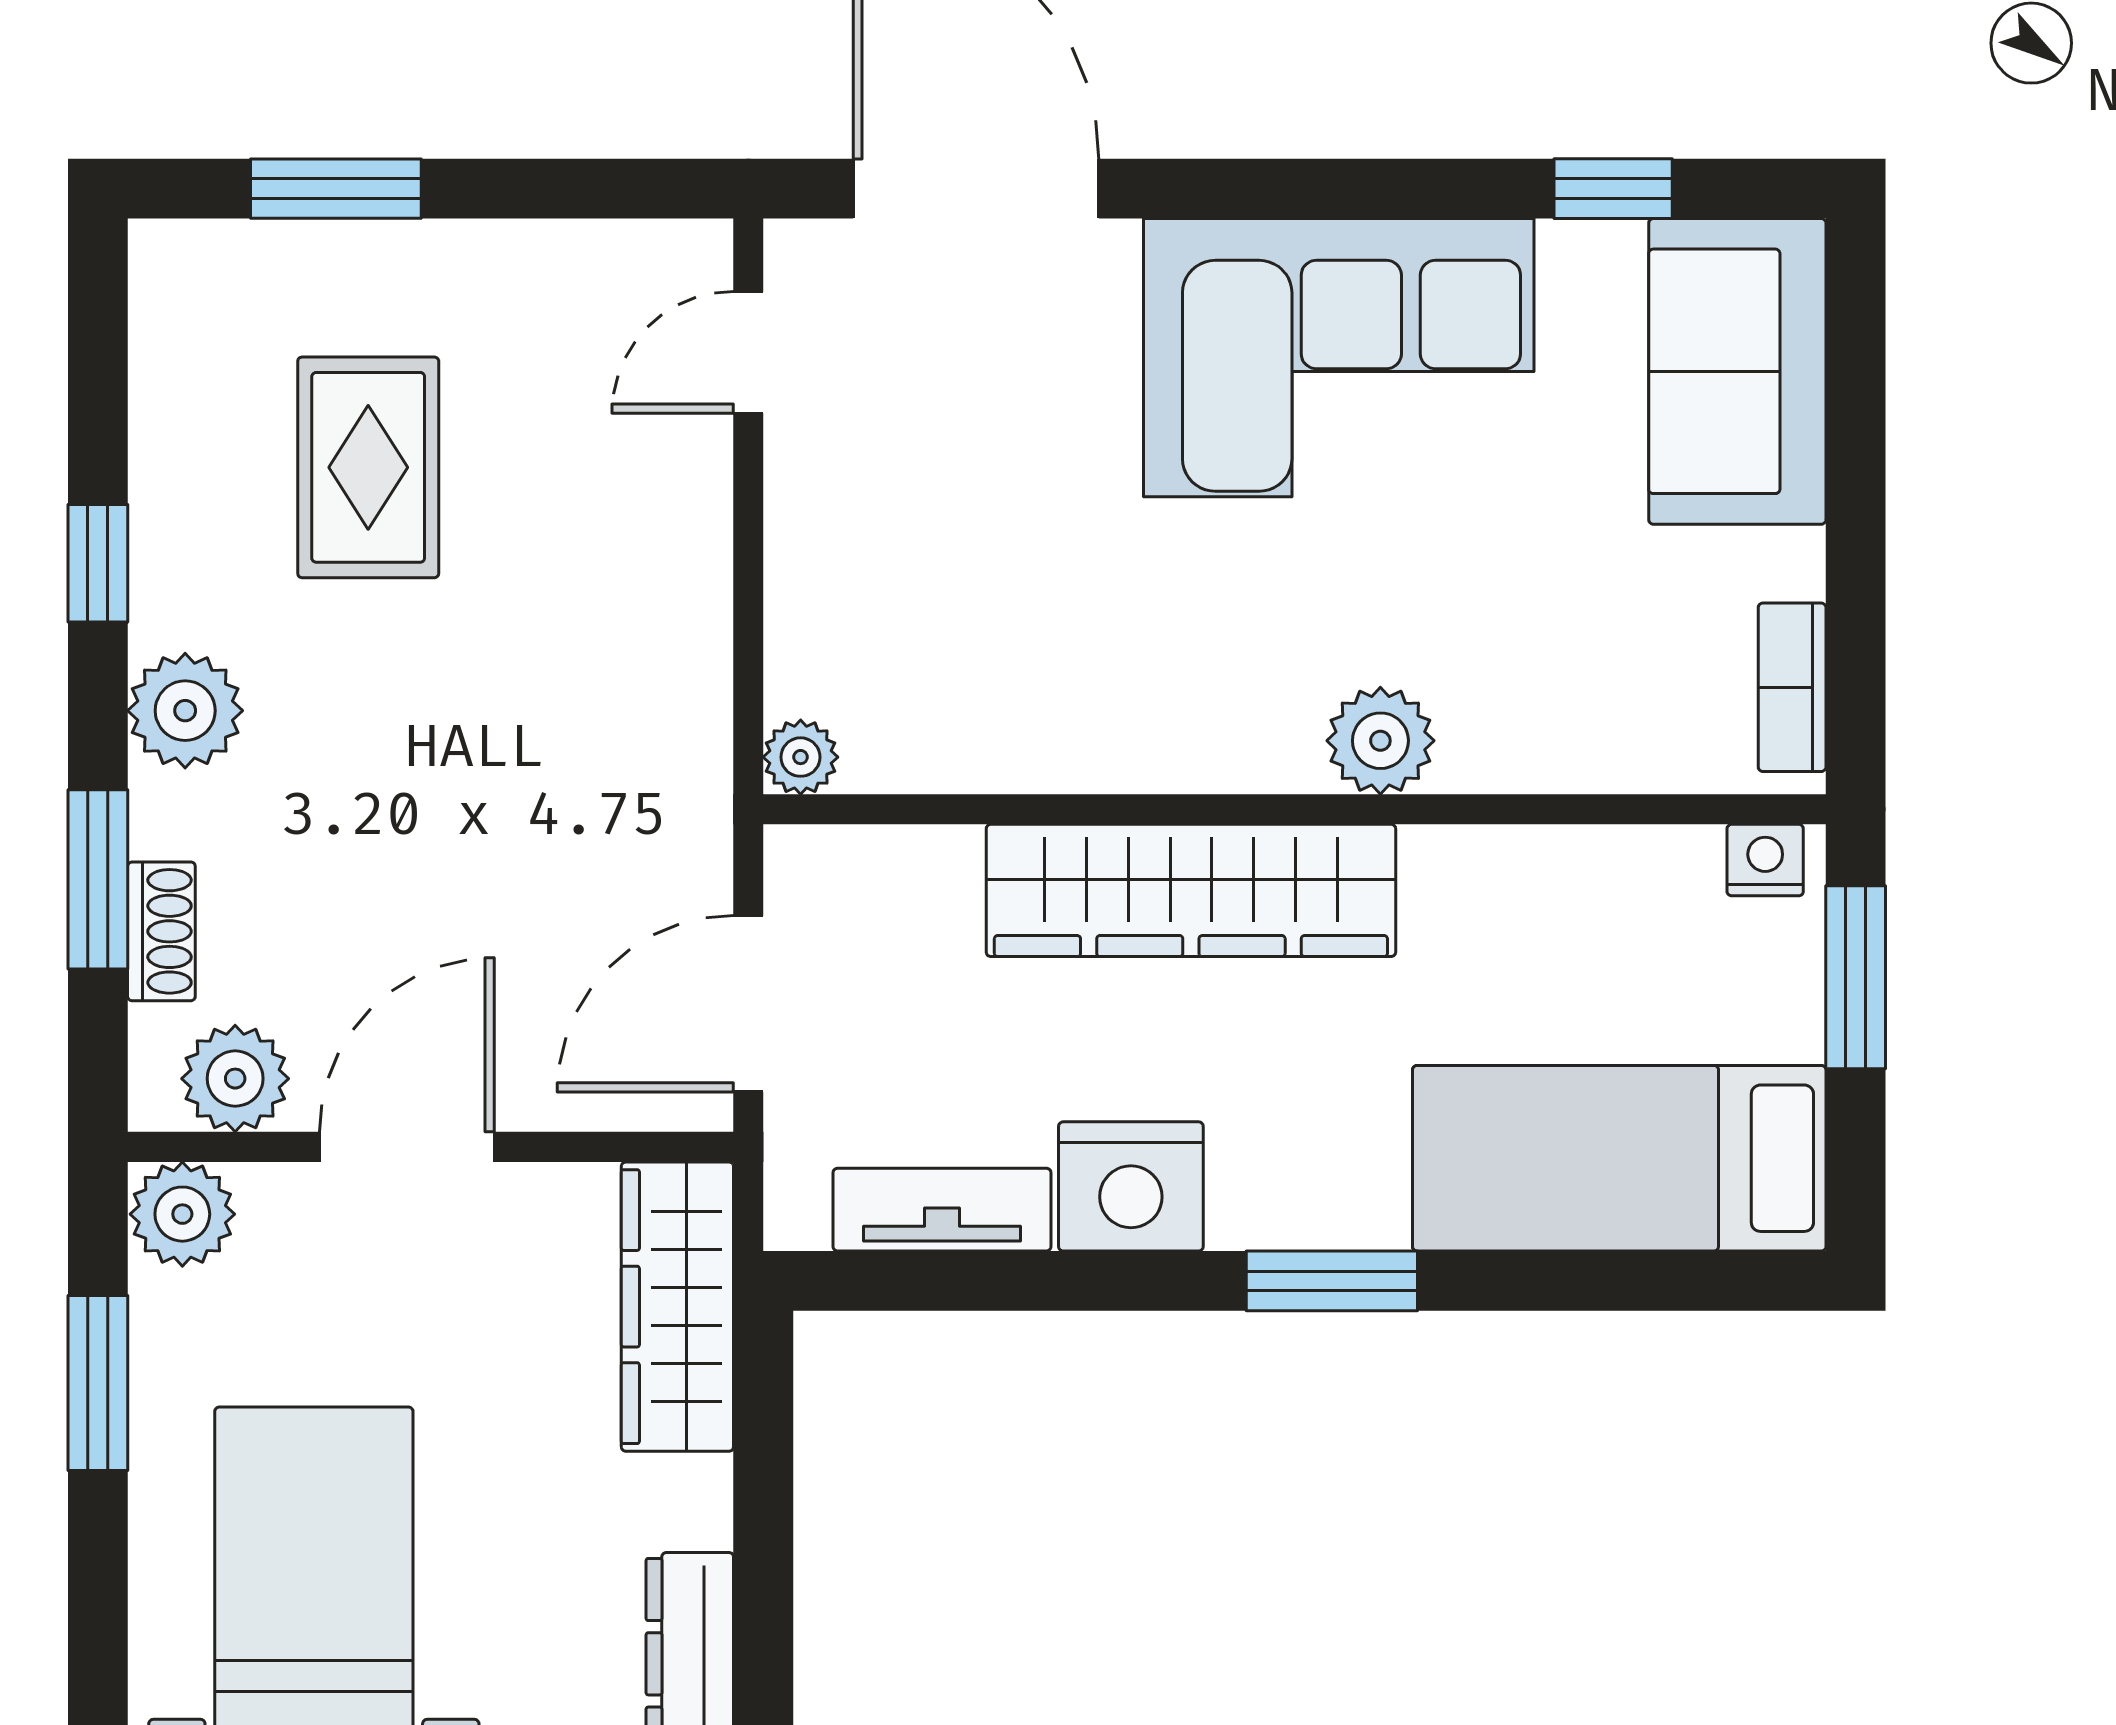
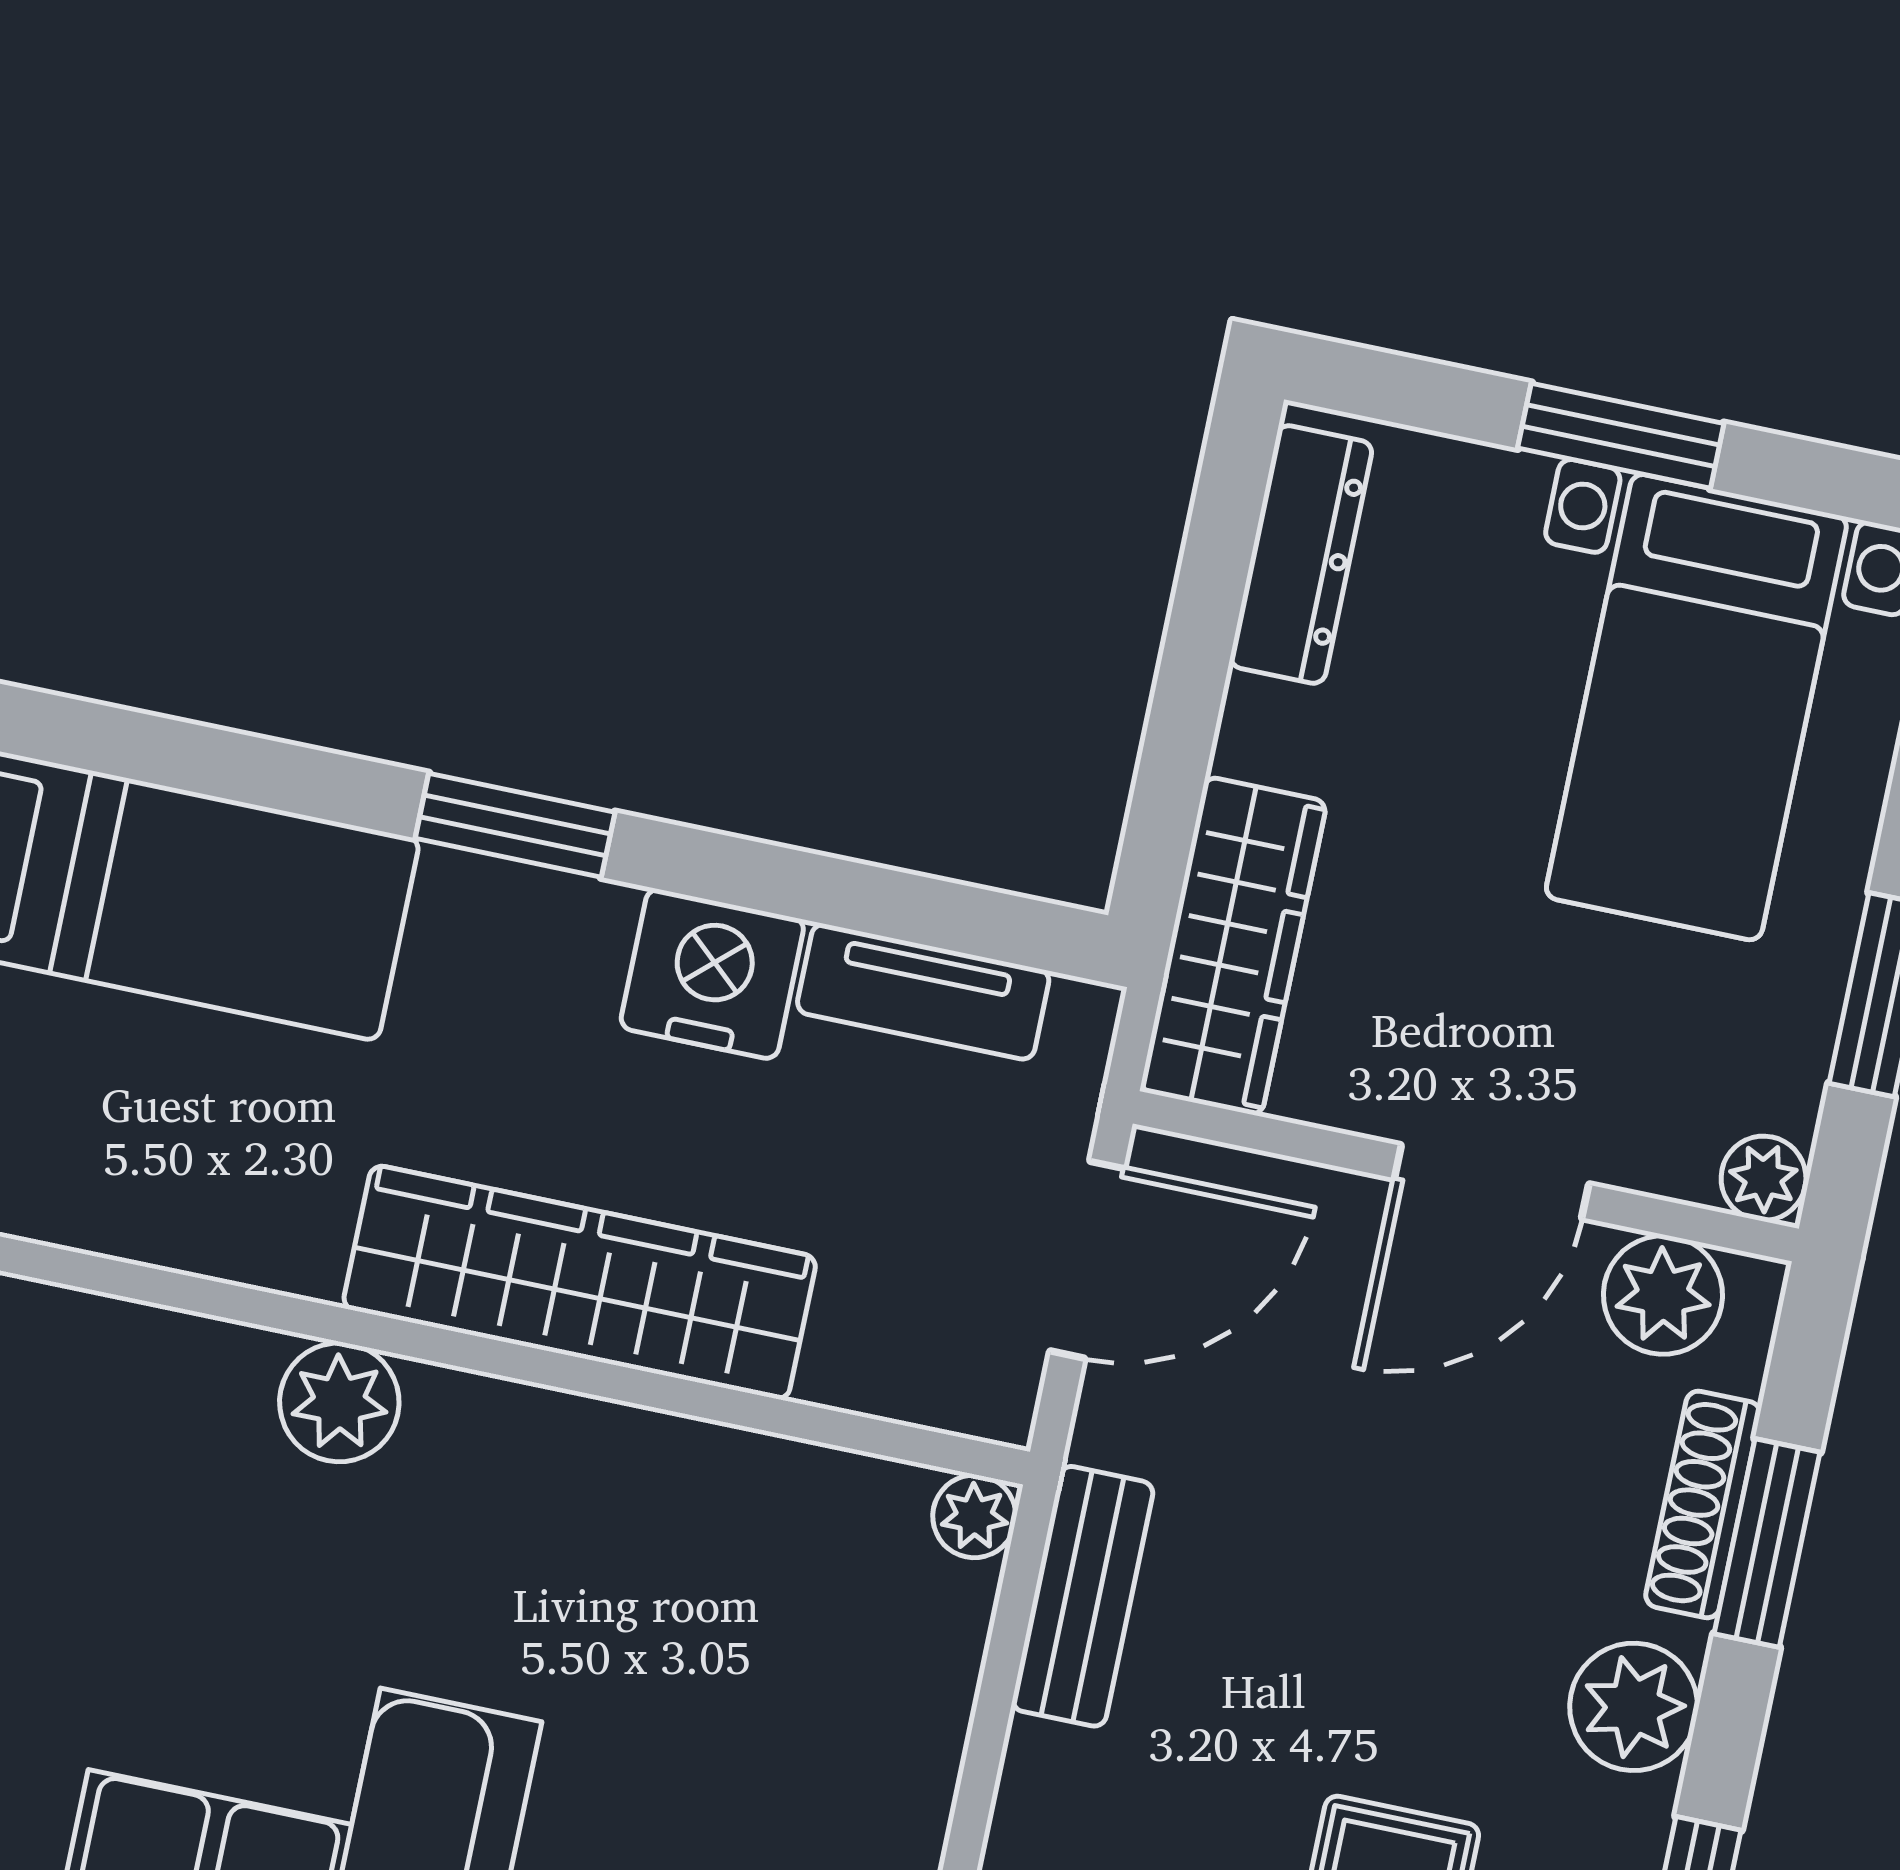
bench: (690, 707) -> (1083, 1596), added
shoe rack: (161, 931) -> (1703, 1504), width x1.43
plant: (182, 1214) -> (1764, 1178), width x0.73, depth x0.73

